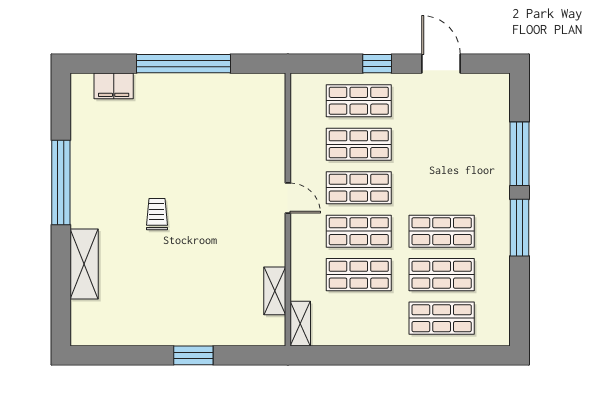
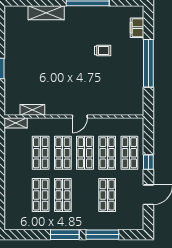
trolley: (157, 214) -> (103, 51), moved
shop shelf: (442, 318) -> (107, 195), moved

